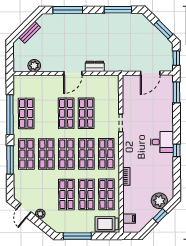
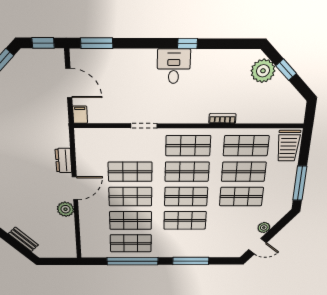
plant: (34, 66) -> (65, 209), moved
door: (73, 73) -> (75, 188), hinge flipped
shop shelf: (26, 154) -> (131, 220), moved
filing cabinet: (129, 219) -> (80, 115), moved

